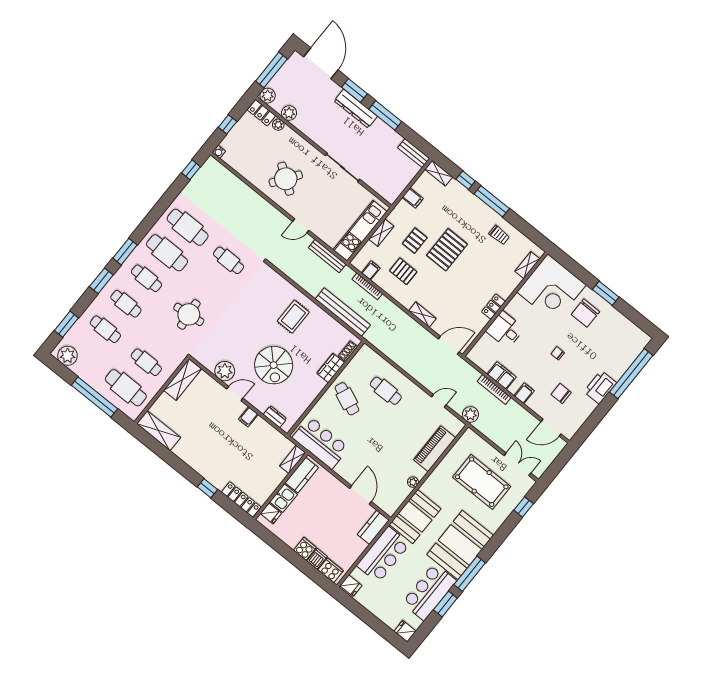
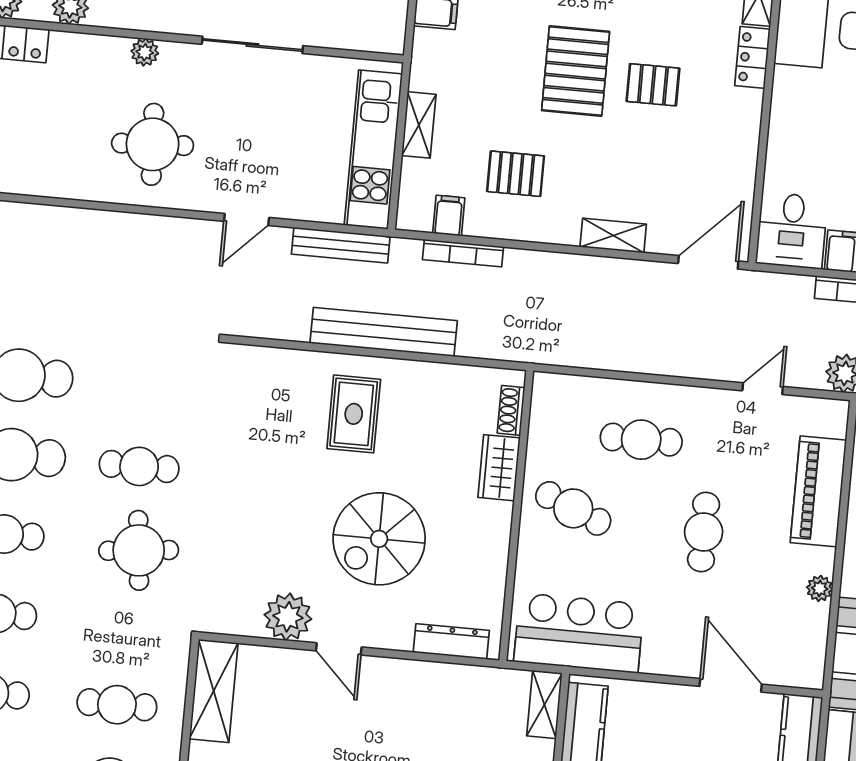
plant: (278, 125) -> (145, 52), moved
round table: (286, 179) -> (153, 144), turned -38
pallet: (415, 241) -> (653, 85), moved, turned 90
cafe table: (229, 260) -> (139, 466), moved
locker: (493, 307) -> (752, 57), moved
bench: (343, 312) -> (384, 332), moved
desk: (505, 330) -> (792, 231), moved, turned -90
spiral stairs: (274, 365) -> (379, 539), turned 90
door: (235, 394) -> (339, 649), swing flipped
filing cabinet: (248, 417) -> (398, 678), removed
dresser: (275, 417) -> (451, 641), width x1.44
cafe table: (386, 436) -> (704, 532), added

